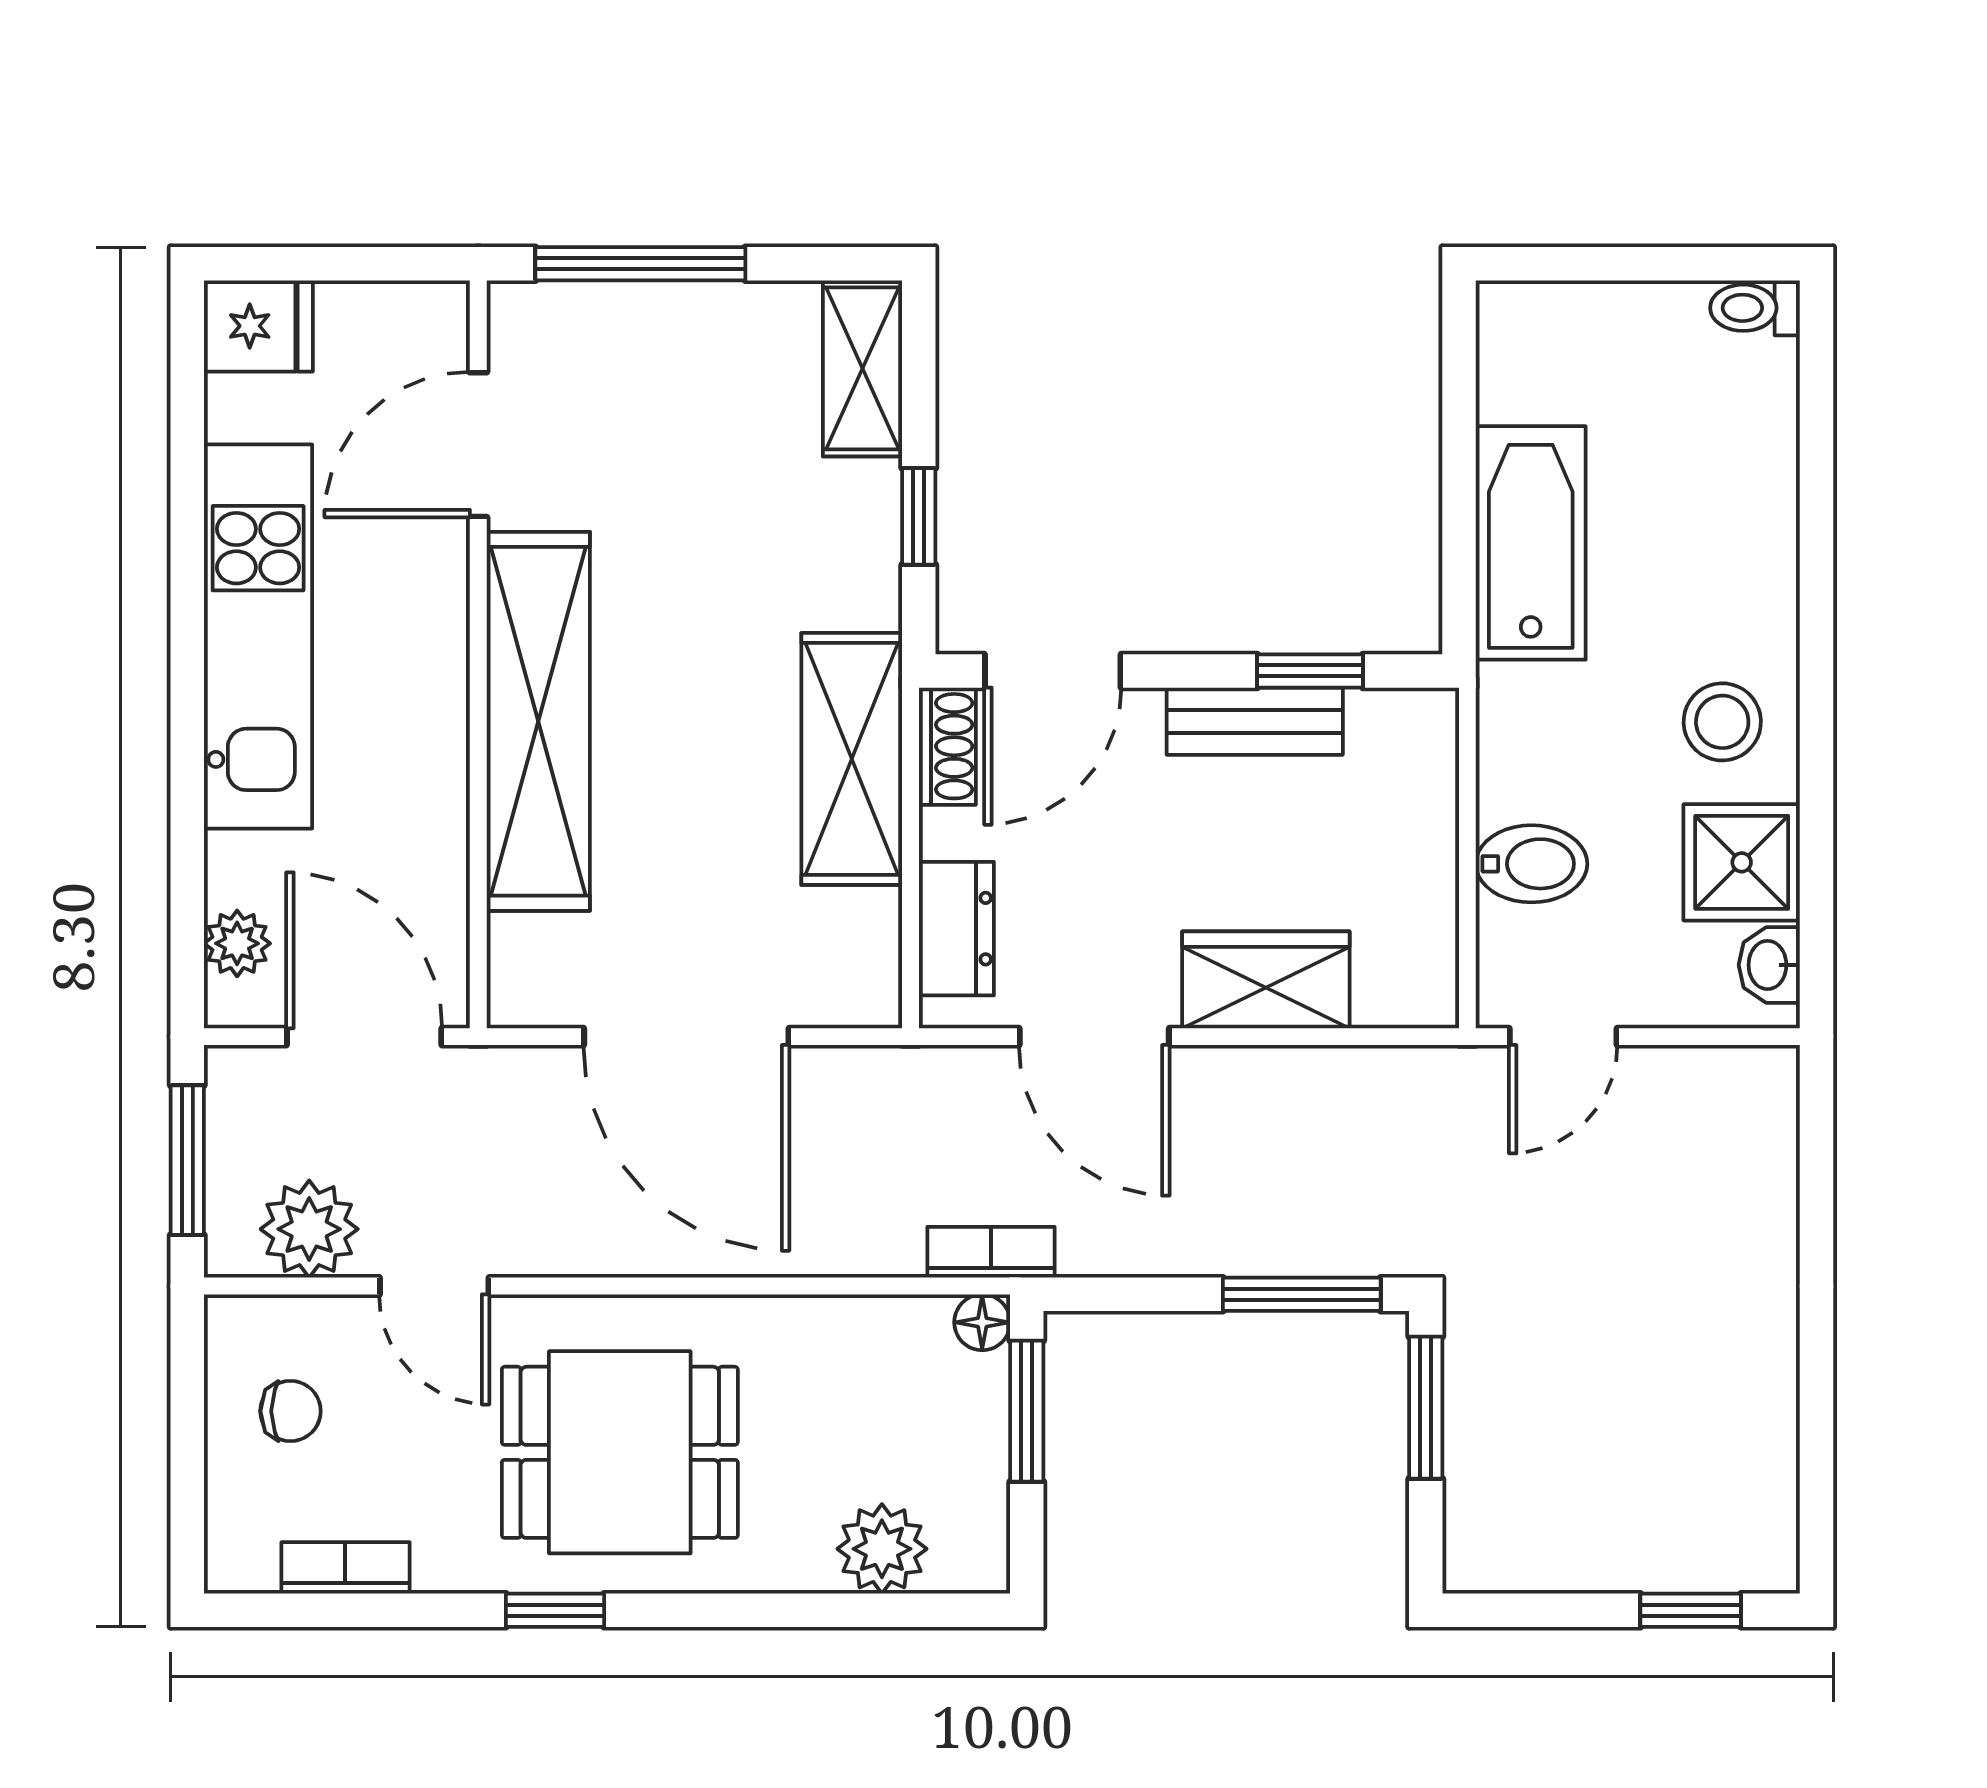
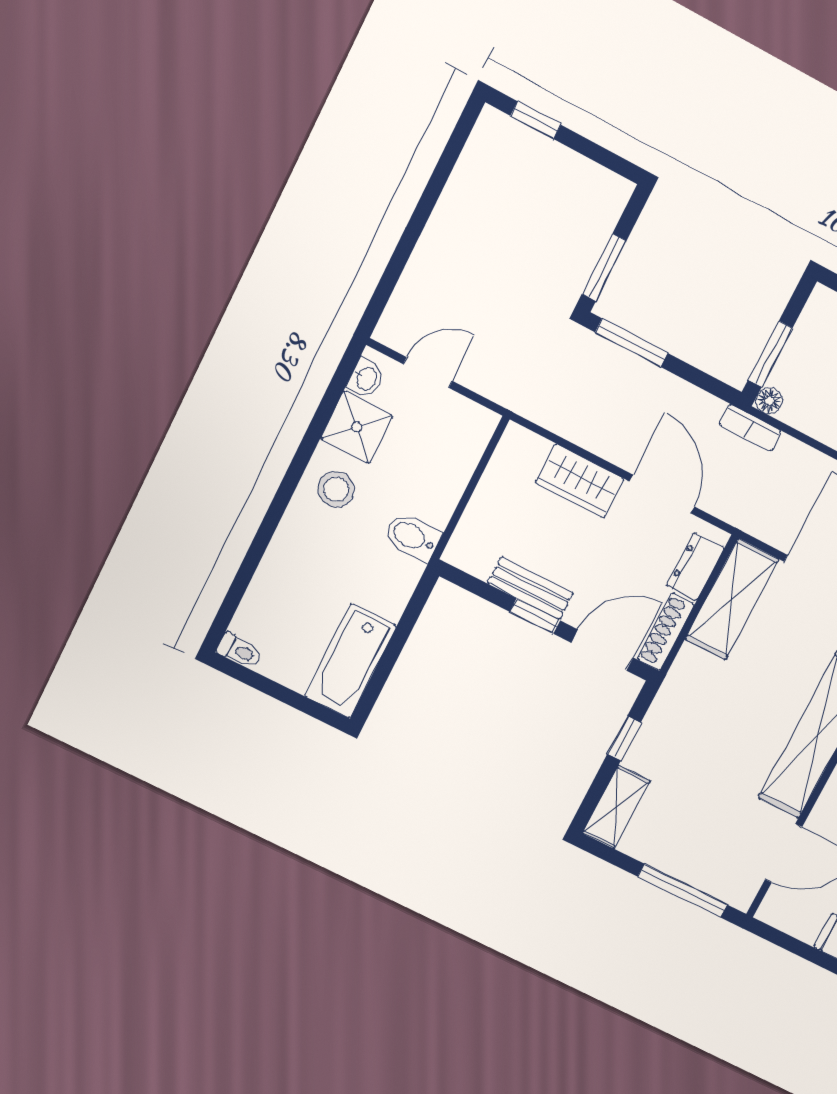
bathtub: (1531, 543) -> (351, 661), moved
window: (1310, 671) -> (535, 616), moved
shoe rack: (947, 746) -> (666, 632), width x1.43
shelving: (852, 759) -> (732, 599), moved
bidet: (1531, 864) -> (413, 537), moved
door: (1563, 1037) -> (428, 372), moved

